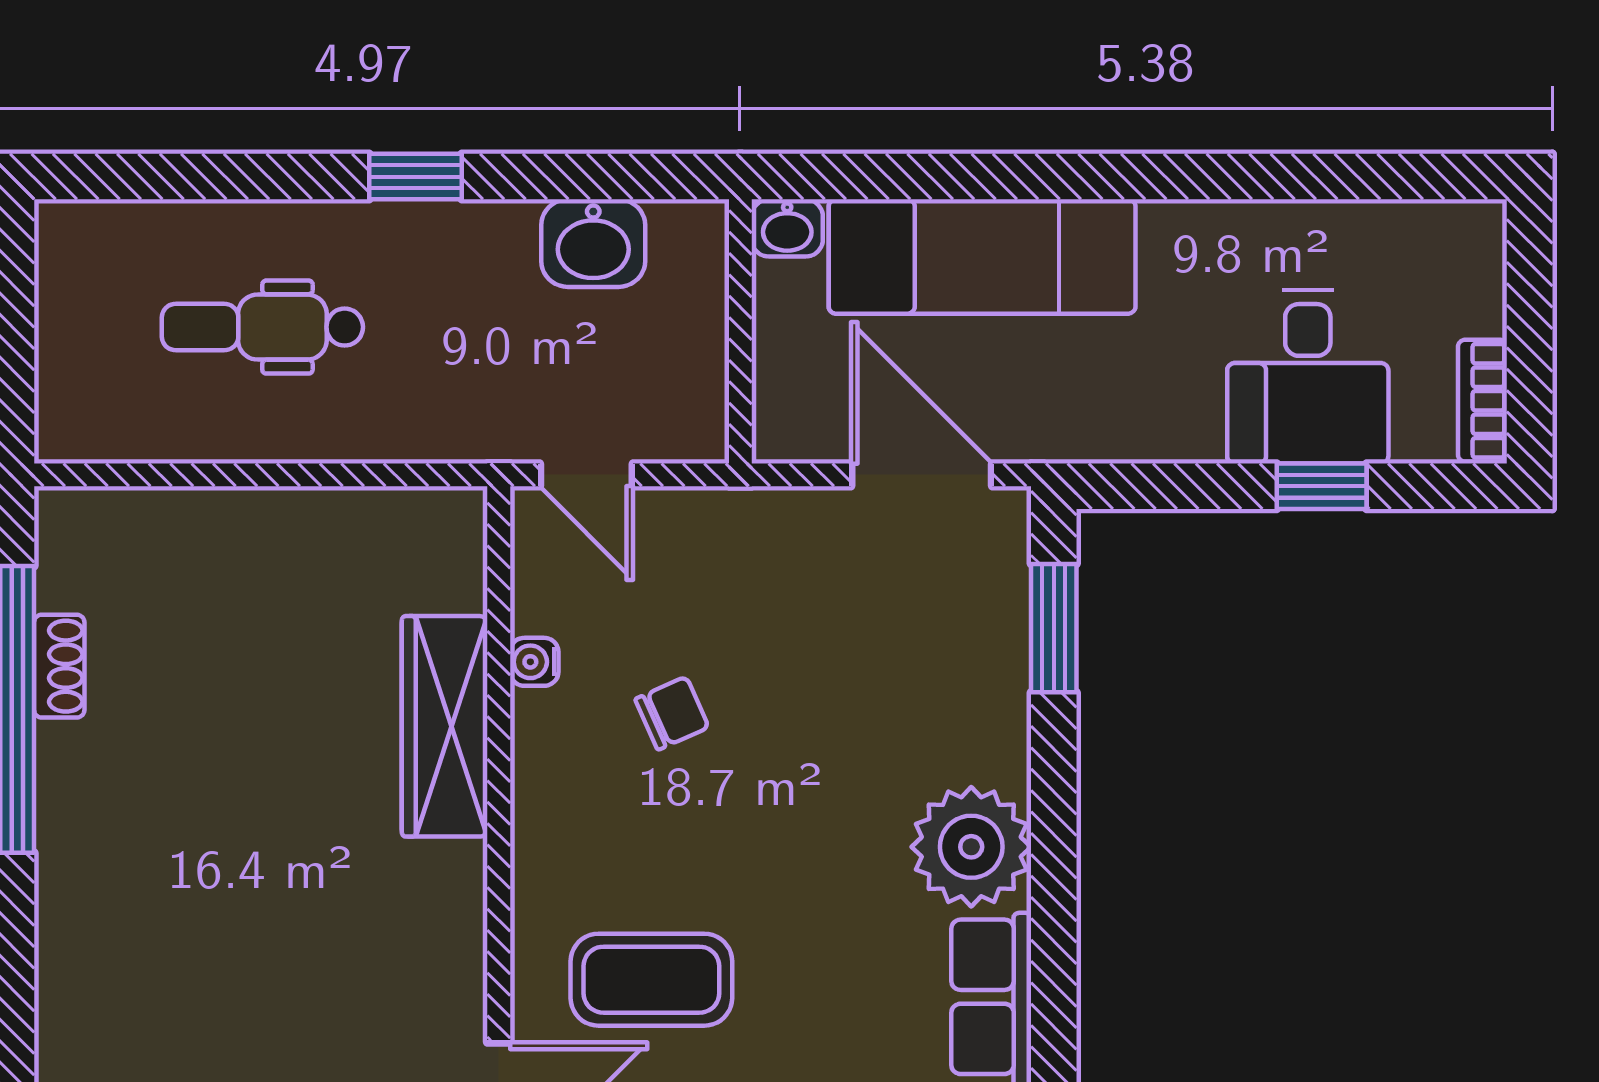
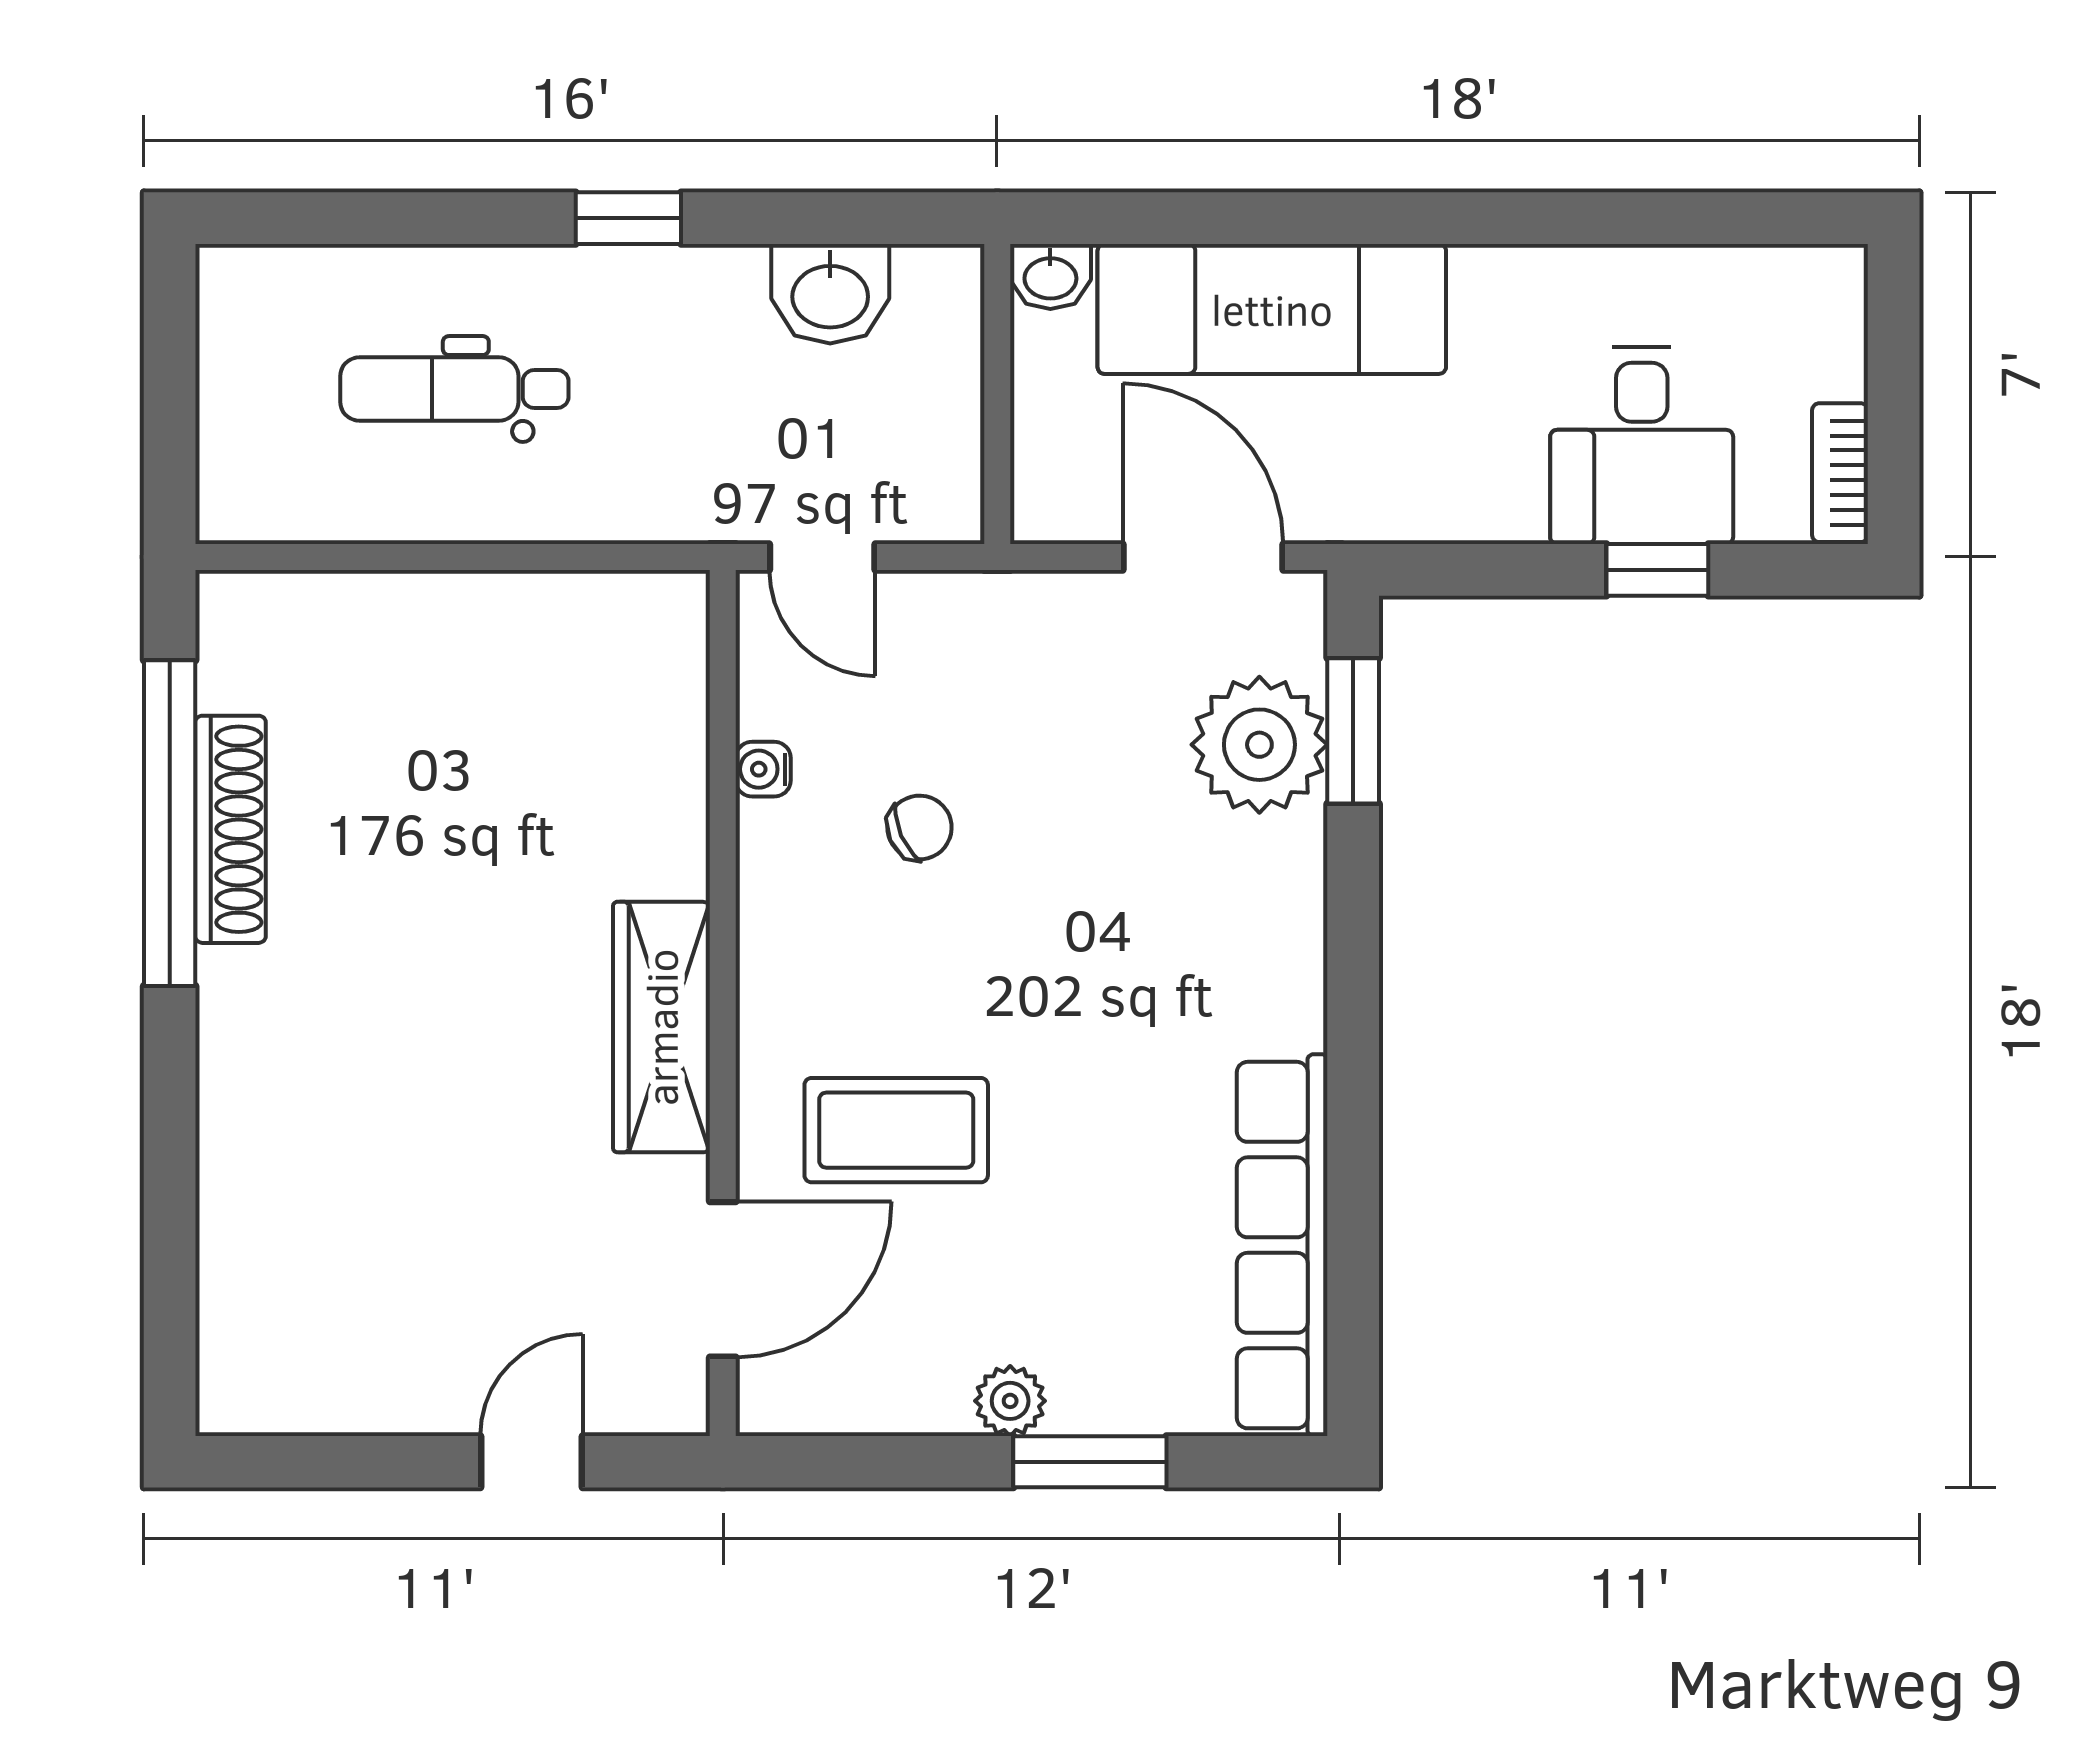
shoe rack: (59, 666) -> (230, 829), width x1.94, depth x1.24
wardrobe: (445, 726) -> (661, 1027), moved
plant: (971, 847) -> (1259, 745), moved

